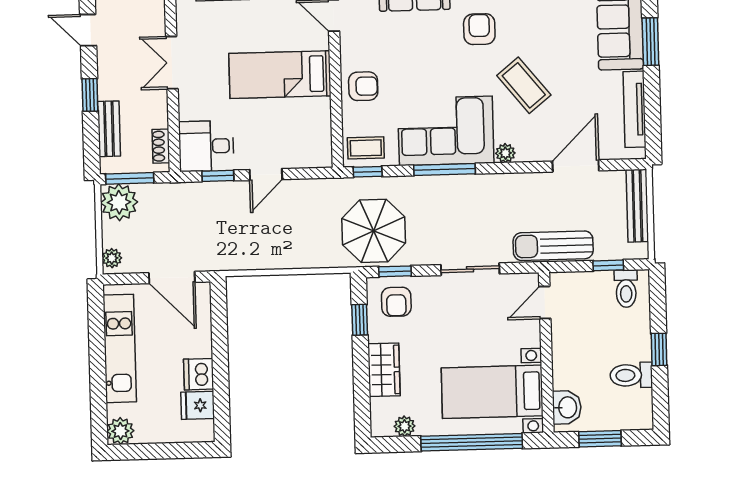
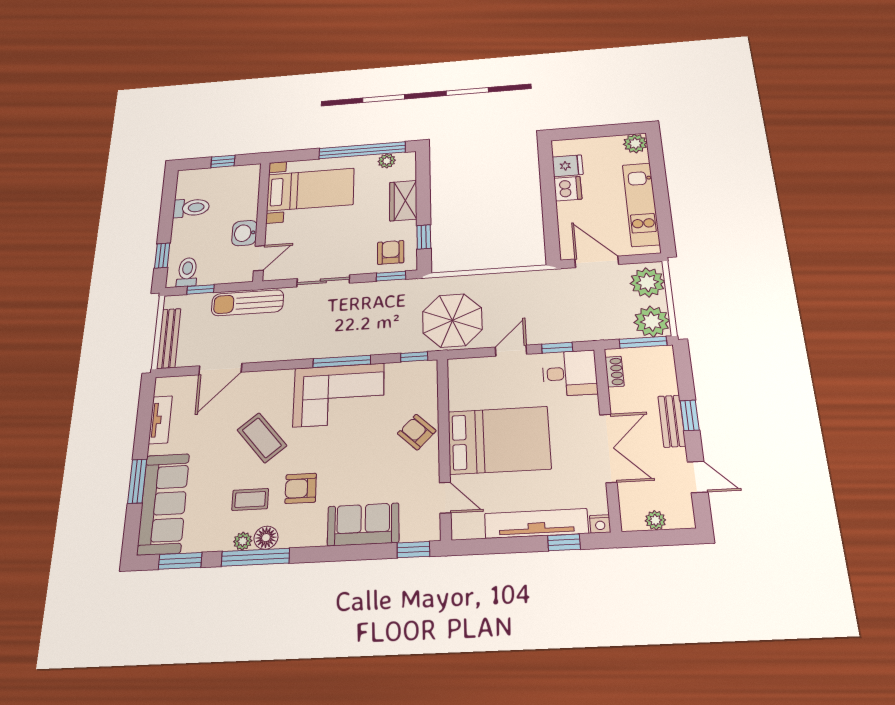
armchair: (479, 29) -> (301, 488), turned 90
double door: (172, 63) -> (608, 448), width x1.37
bed: (280, 75) -> (499, 440), width x1.50
armchair: (363, 86) -> (417, 432), turned 44
tv unit: (634, 109) -> (160, 420), width x0.71
bench: (109, 129) -> (672, 421), moved
coffee table: (366, 148) -> (250, 499), moved
plant: (505, 153) -> (284, 378), removed
parasol: (374, 231) -> (452, 320), moved
sun lounger: (553, 246) -> (248, 303), turned 180
plant: (112, 258) -> (647, 282), width x1.87, depth x1.87
window: (659, 349) -> (162, 256), moved
washbasin: (567, 407) -> (244, 233), moved
window: (600, 439) -> (223, 161), width x0.67
window: (472, 442) -> (362, 150), moved

